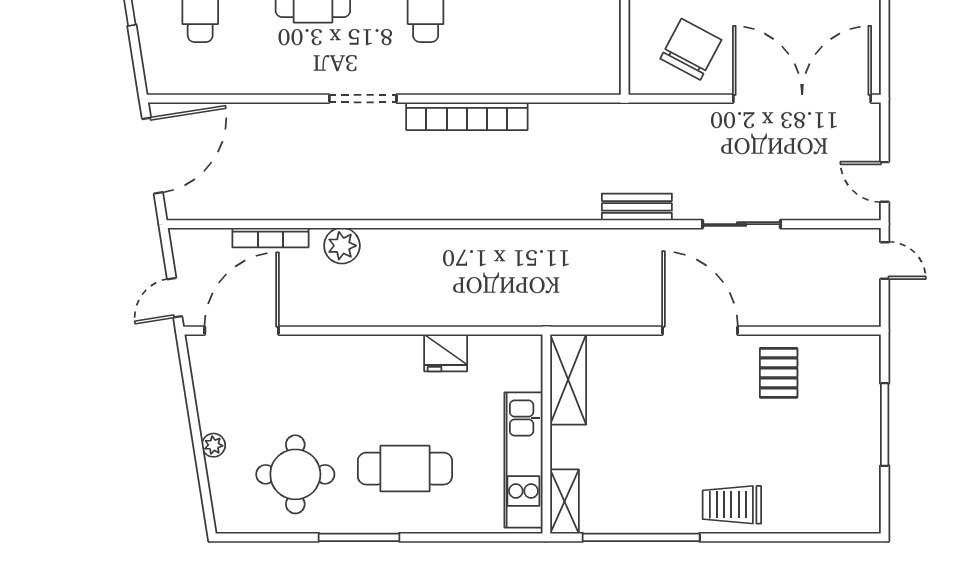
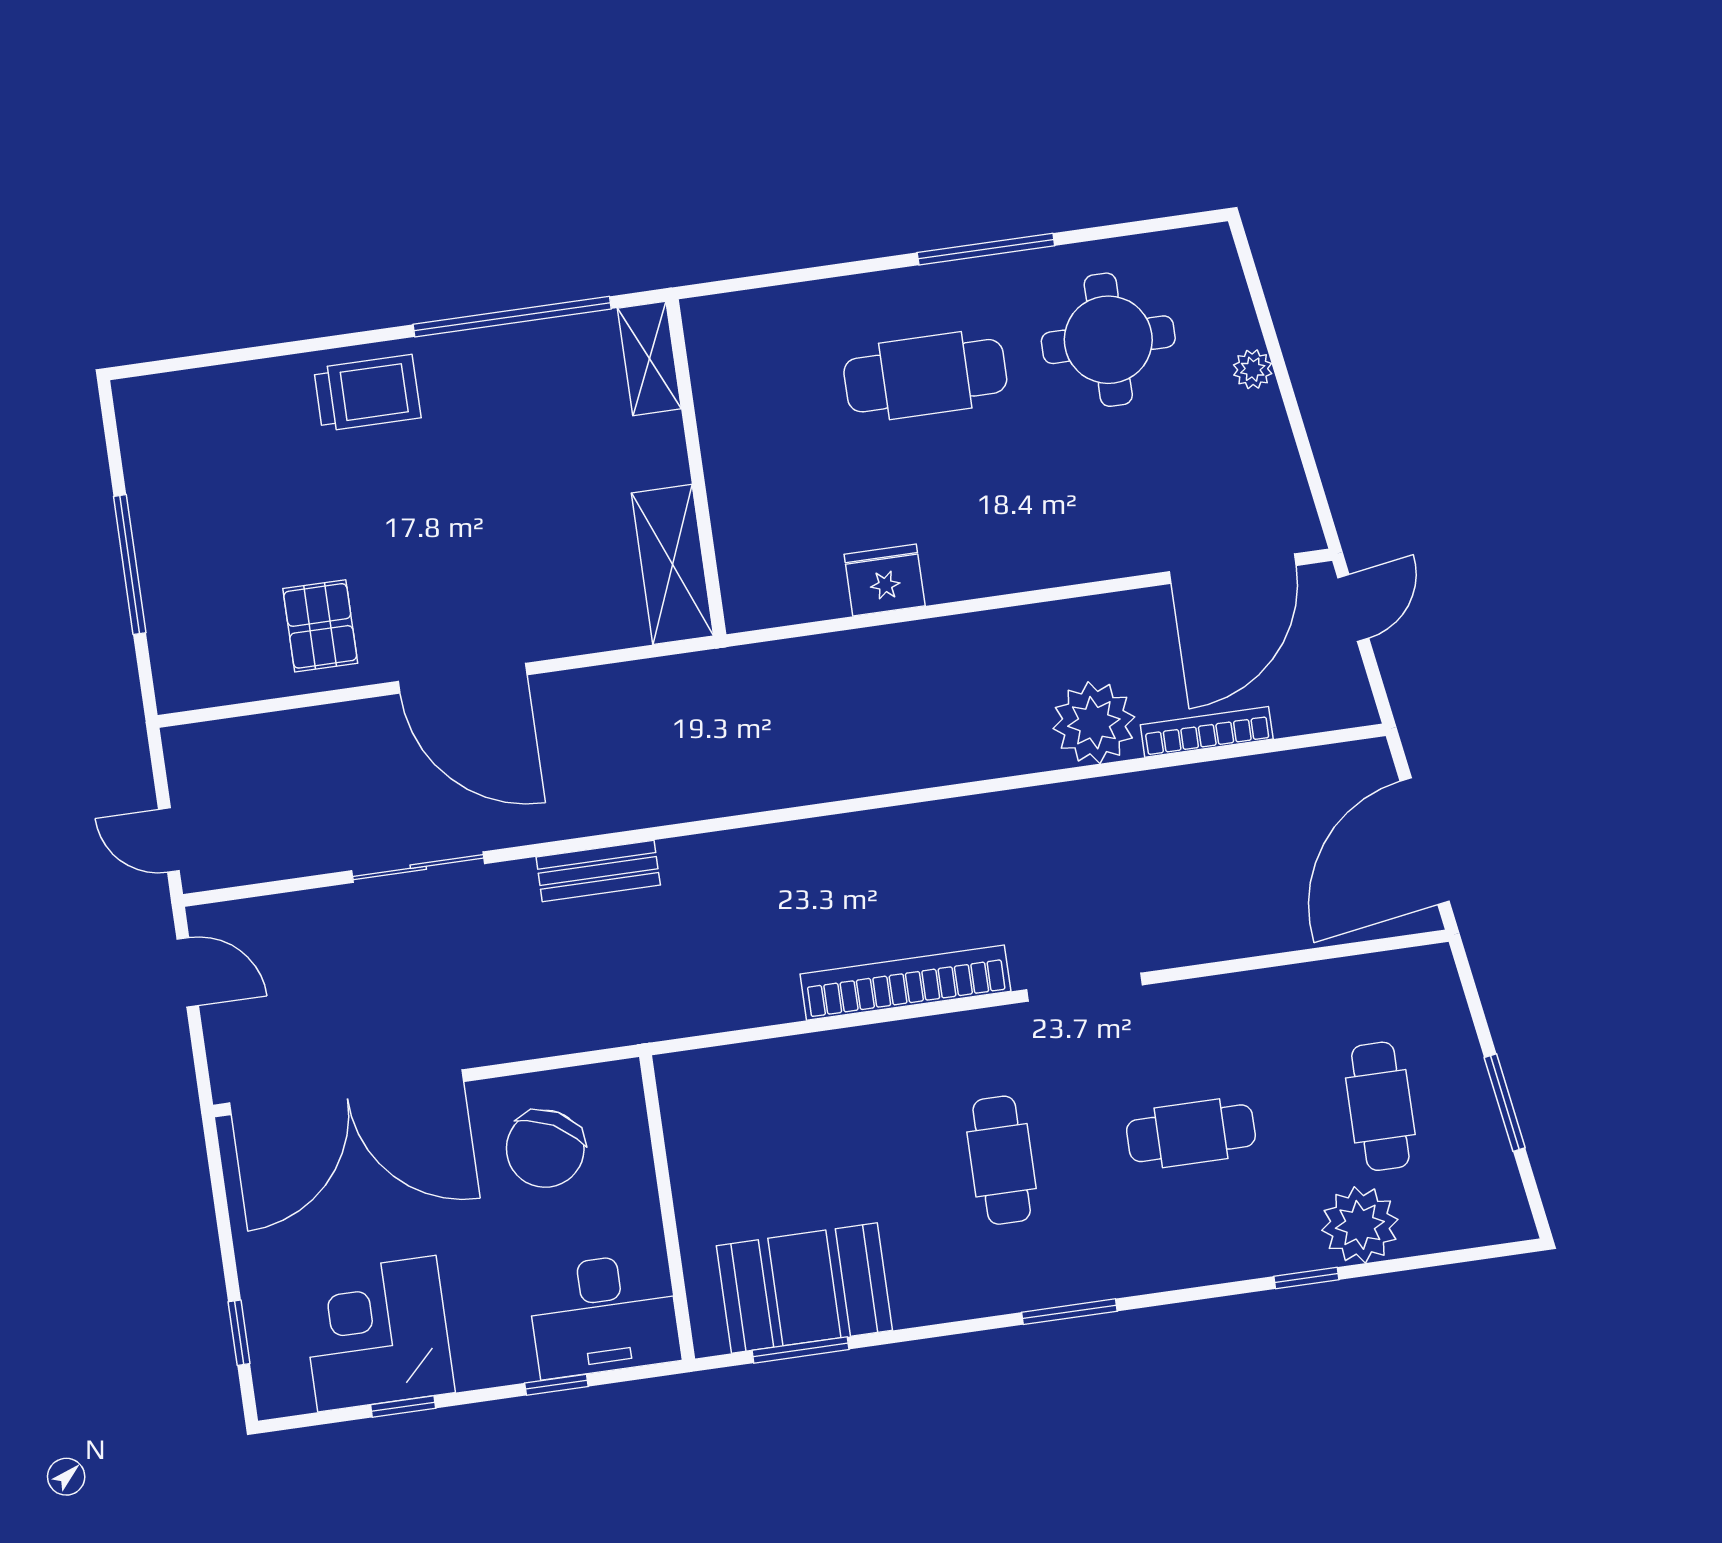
plant: (342, 246) -> (1094, 723), width x1.36, depth x1.36
kitchen unit: (523, 460) -> (728, 419), removed

